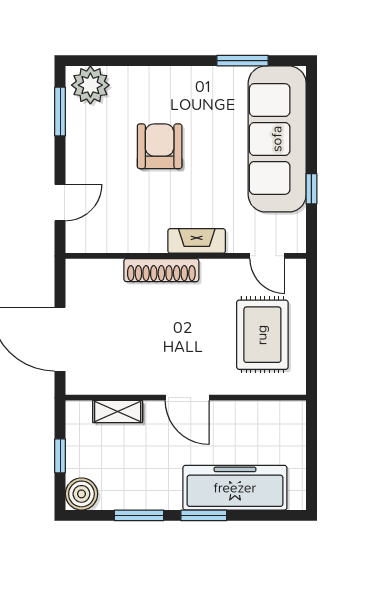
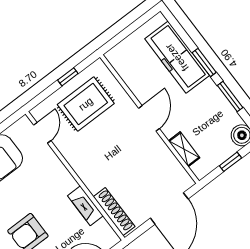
fireplace: (197, 241) -> (85, 206), moved
shoe rack: (161, 270) -> (114, 212), moved
window: (311, 338) -> (68, 77), added

